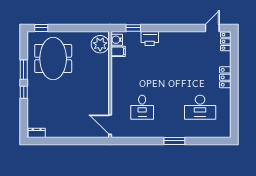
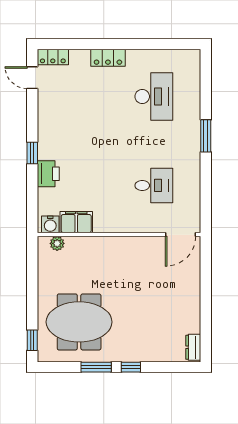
window: (133, 28) -> (32, 153), moved
plant: (100, 44) -> (57, 243), width x0.53, depth x0.53
filing cabinet: (118, 51) -> (76, 222), width x2.00

